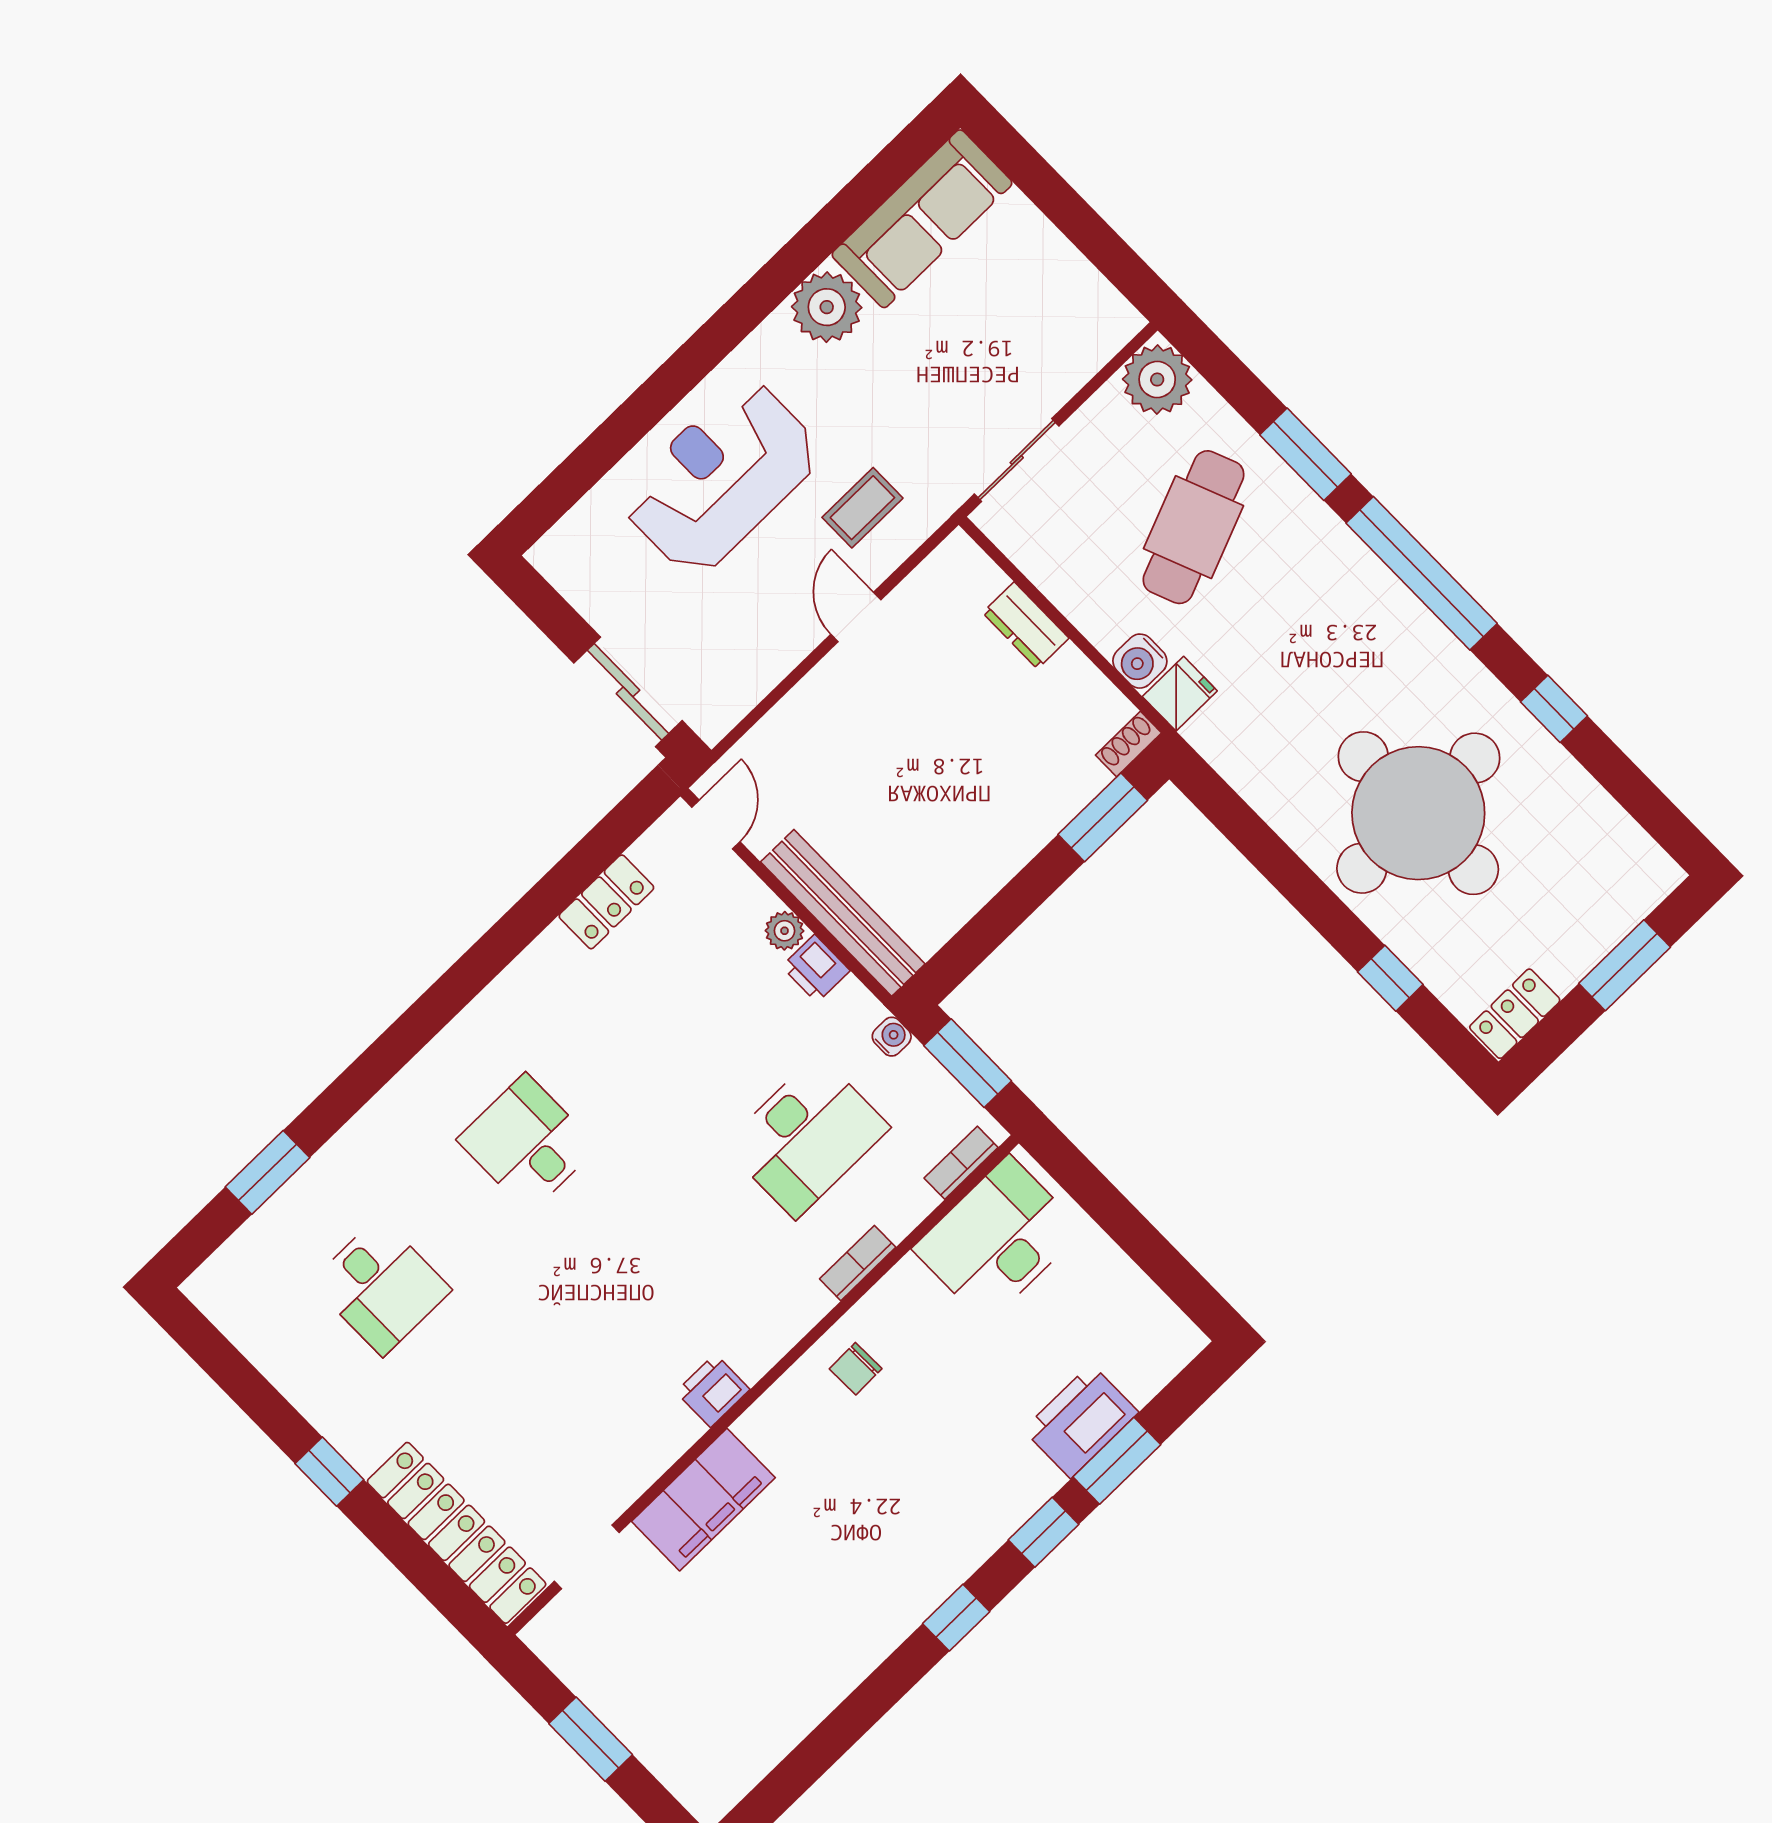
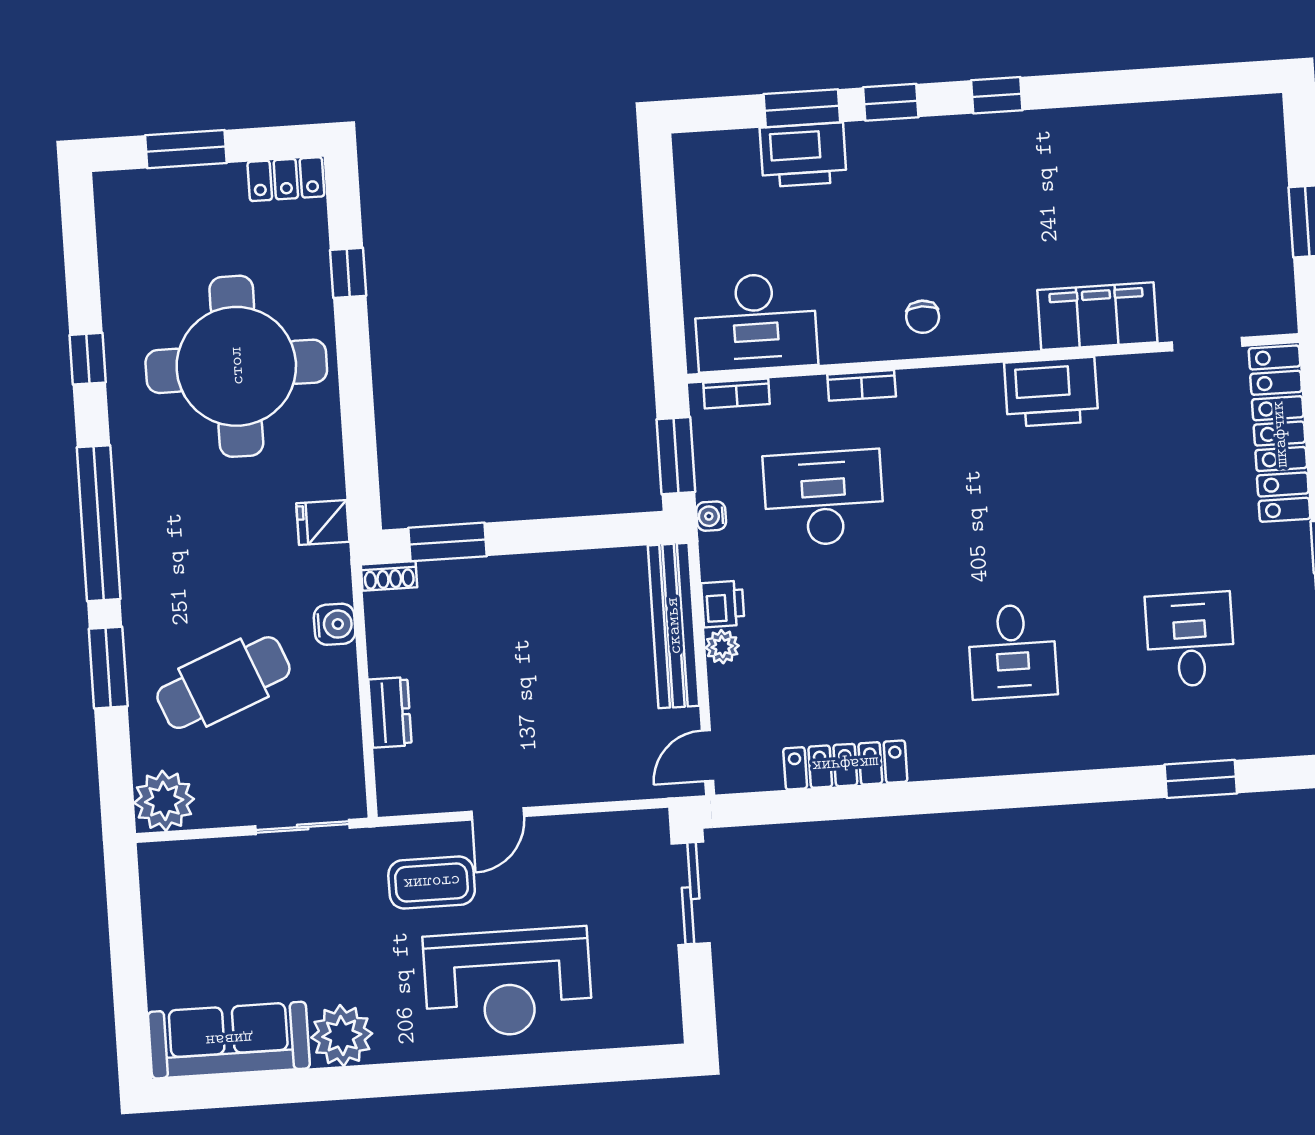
coffee table: (862, 508) -> (432, 883), width x1.36, depth x1.30
fridge: (1180, 694) -> (323, 522), moved
locker: (606, 902) -> (845, 765), width x1.53
chair: (856, 1369) -> (923, 317), turned 91
printer: (713, 1391) -> (1051, 392), width x1.87, depth x1.48

